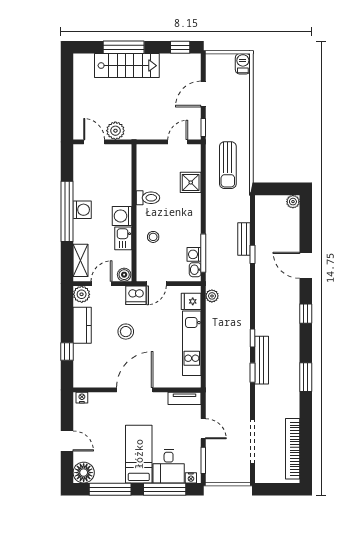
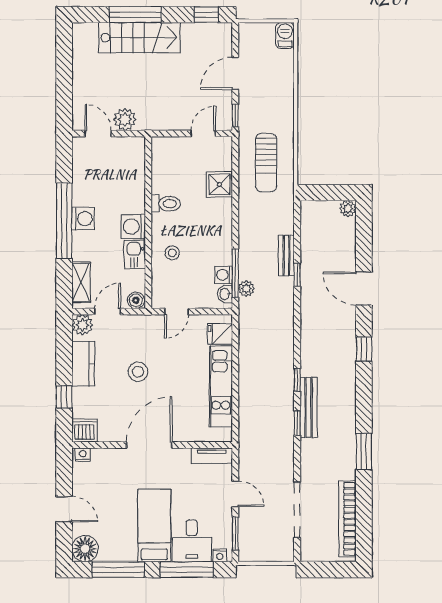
dishwasher: (136, 295) -> (84, 430), moved, turned 180
plant: (212, 296) -> (246, 289), moved
window: (306, 377) -> (364, 452), moved

